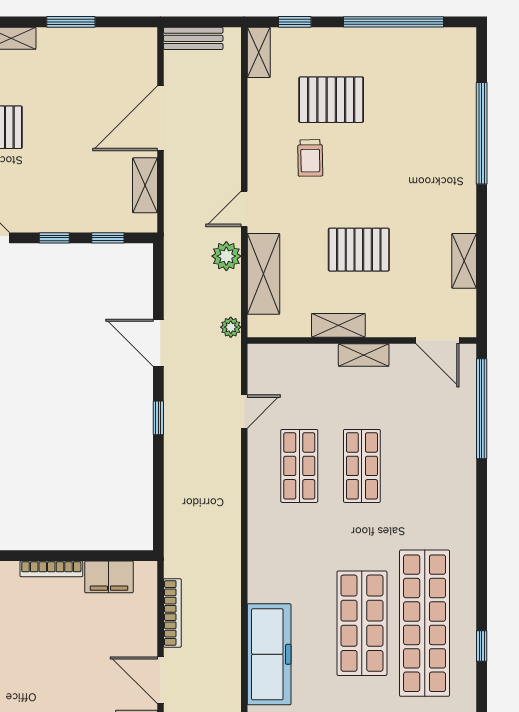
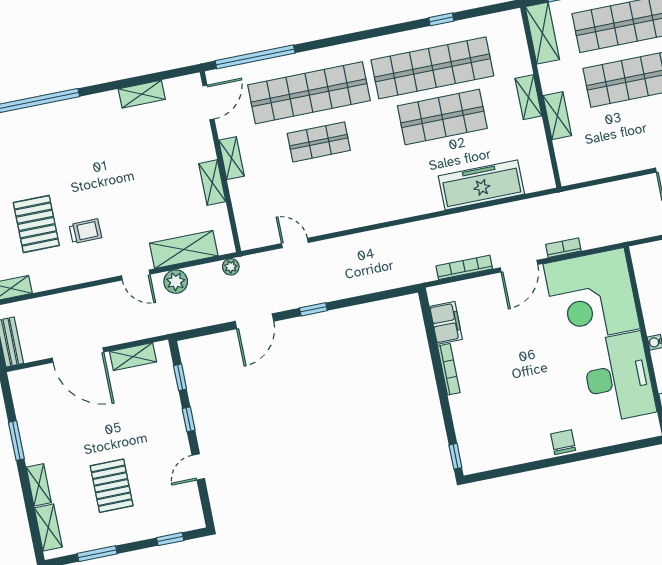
pallet: (359, 250) -> (150, 179), removed
shop shelf: (299, 466) -> (309, 93), moved, width x2.00, depth x1.36

